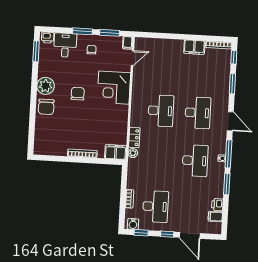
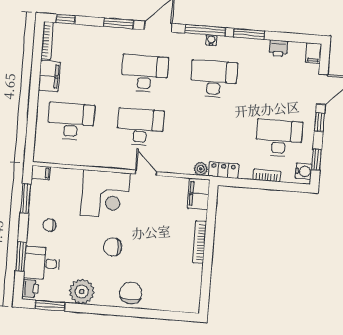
window: (83, 31) -> (21, 256), moved
door: (132, 58) -> (146, 173), moved
desk: (164, 63) -> (71, 121), added
window: (232, 84) -> (119, 23), moved
plant: (46, 86) -> (82, 292), moved
chair: (46, 107) -> (131, 293), turned -90
locker: (134, 138) -> (223, 170), moved
filing cabinet: (215, 217) -> (313, 53), moved

